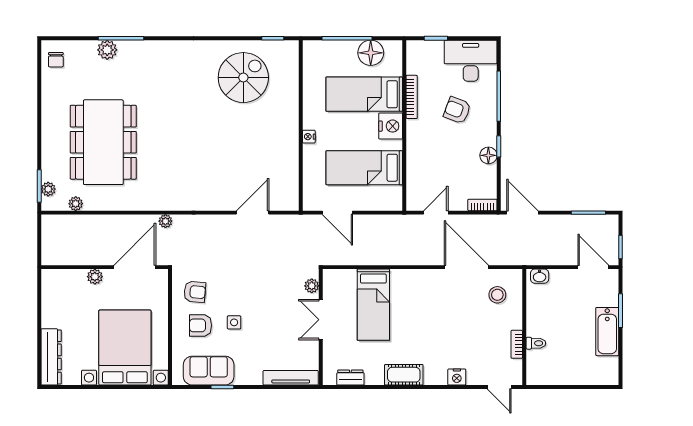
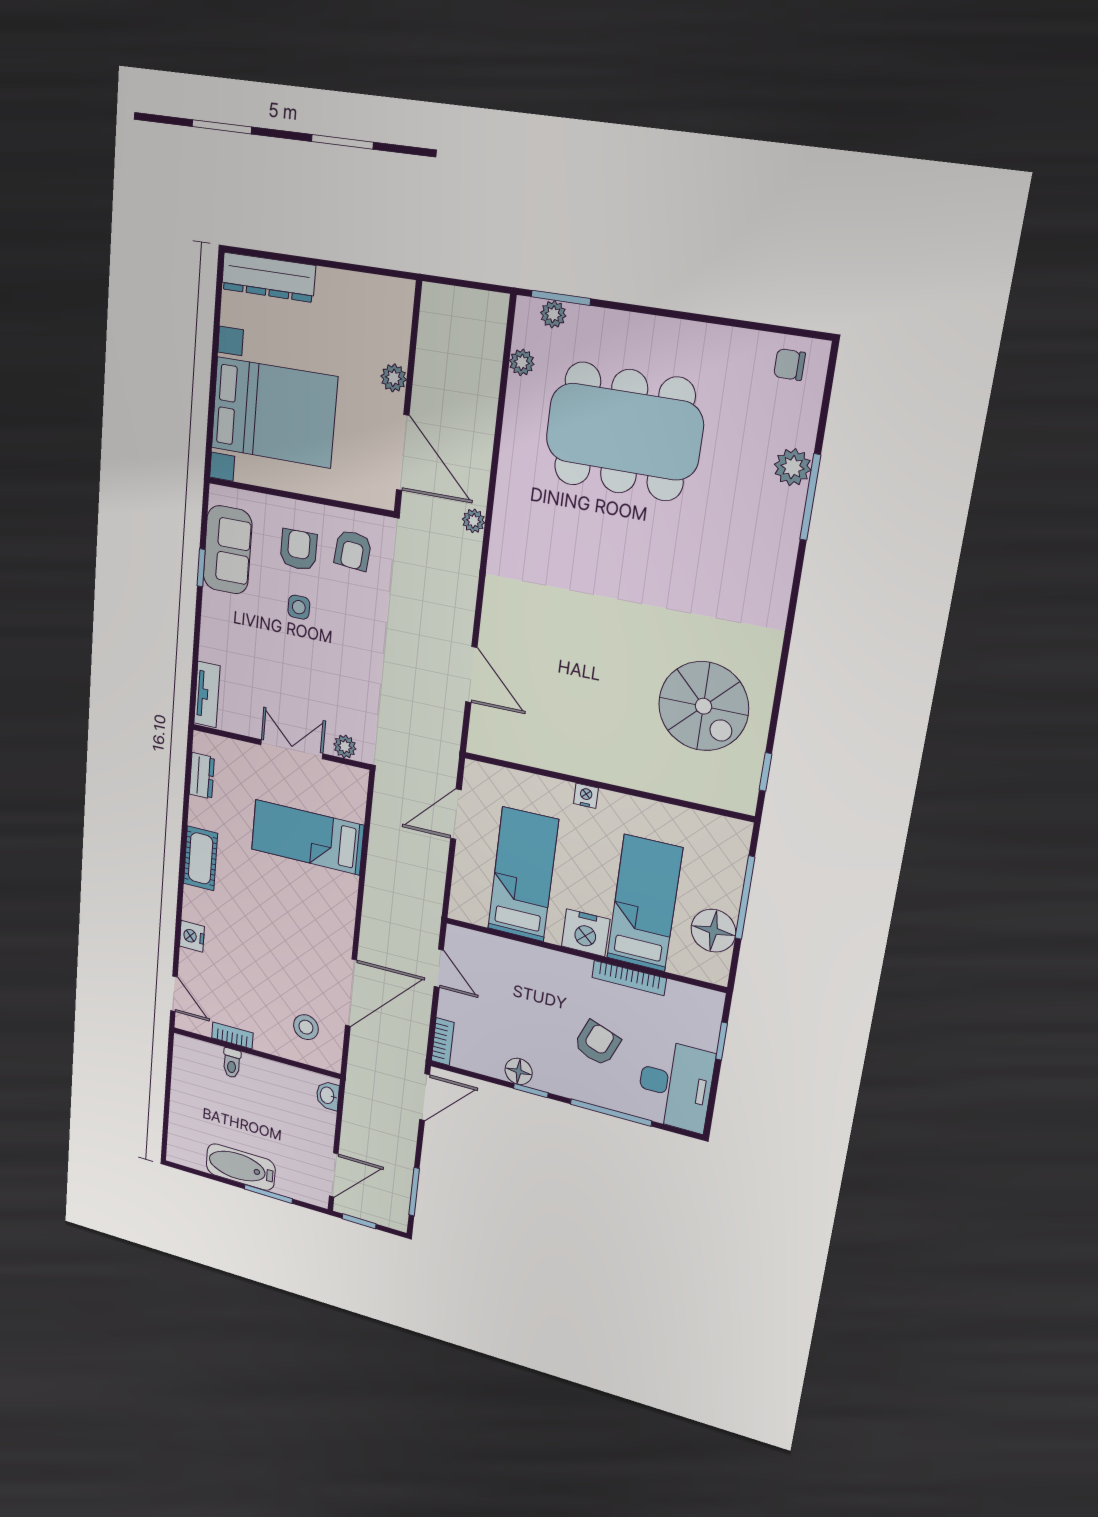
tv unit: (291, 378) -> (207, 694), width x0.71
door: (499, 387) -> (174, 994), swing flipped

